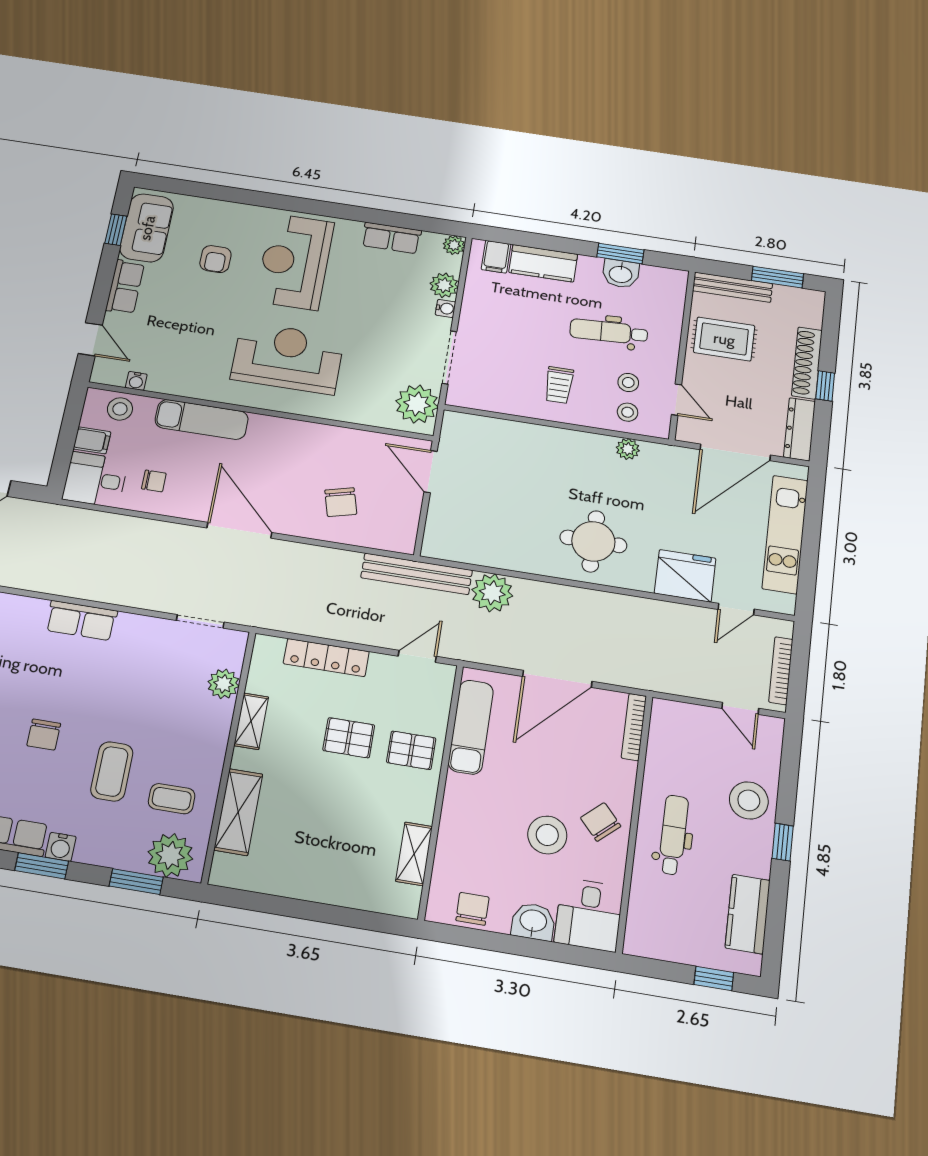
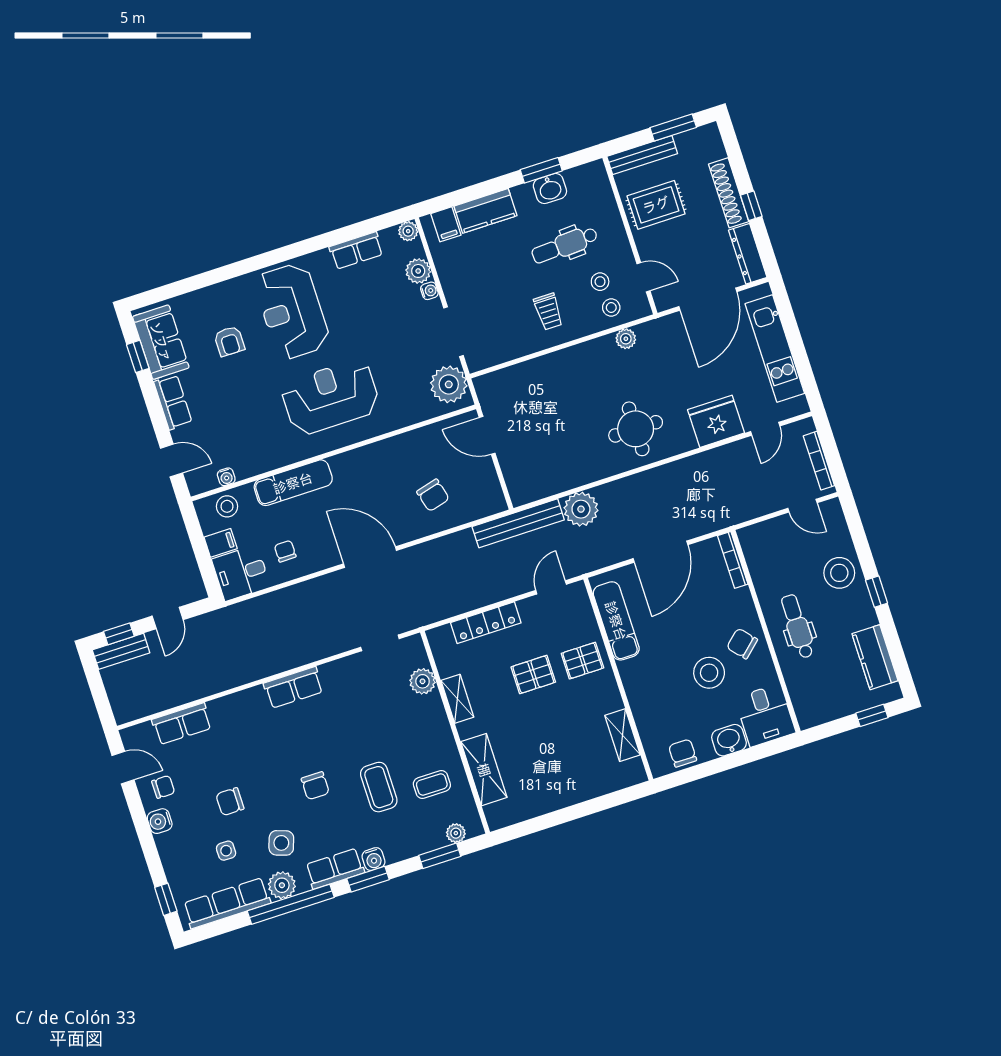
chair: (154, 481) -> (285, 551), turned -90
plant: (170, 855) -> (456, 833), width x0.53, depth x0.53

